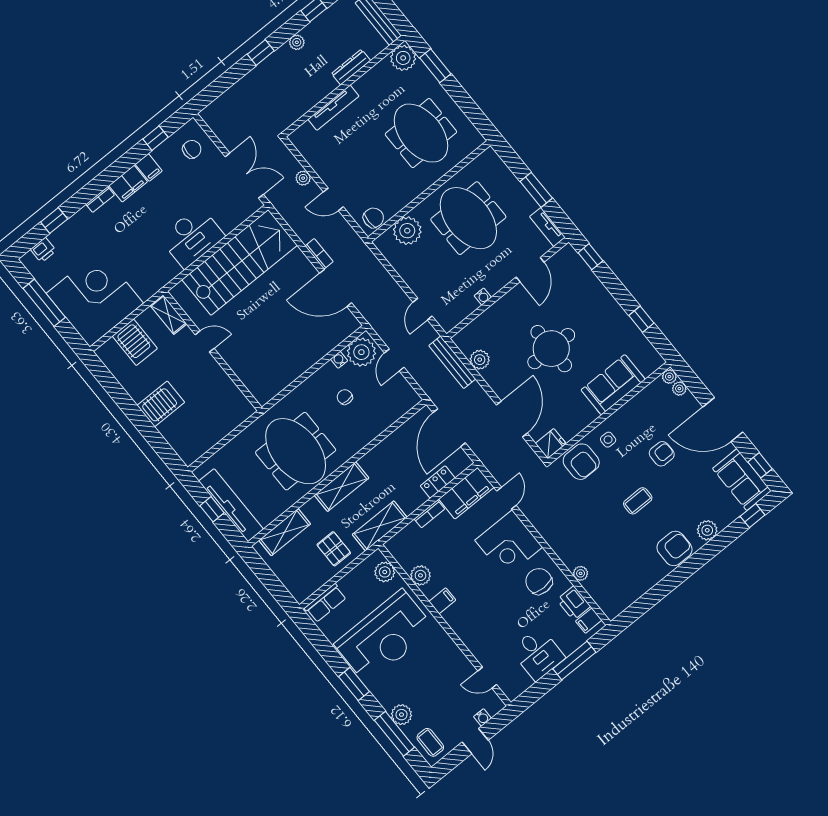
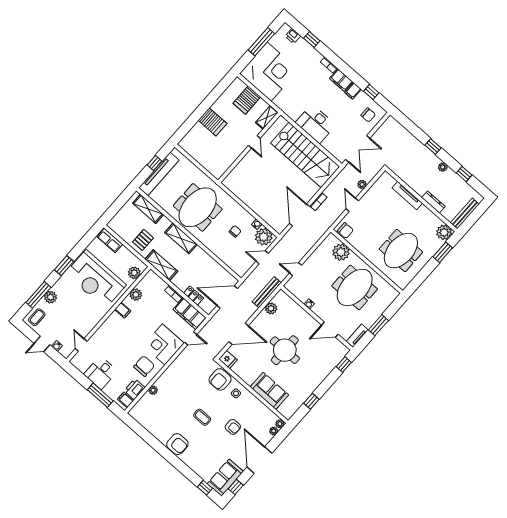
plant: (707, 530) -> (192, 462), removed

